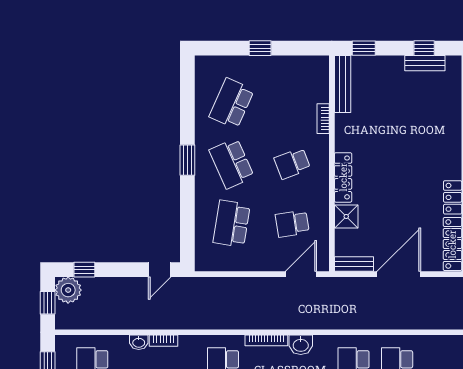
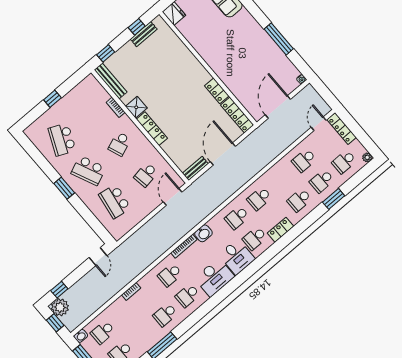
shower: (346, 216) -> (136, 107), moved
washbasin: (139, 342) -> (81, 336), moved

